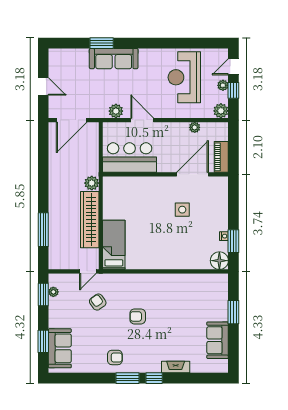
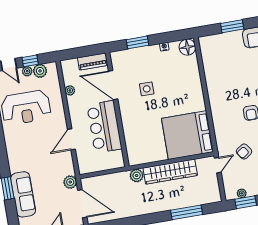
sofa: (114, 59) -> (23, 194), moved
plant: (116, 111) -> (70, 182), moved
plant: (221, 111) -> (40, 71), moved
bar counter: (130, 158) -> (104, 127), moved
window: (233, 241) -> (138, 42), moved
bed: (114, 245) -> (188, 135), width x2.04
door: (88, 271) -> (218, 165), hinge flipped

